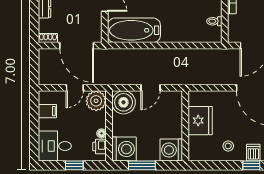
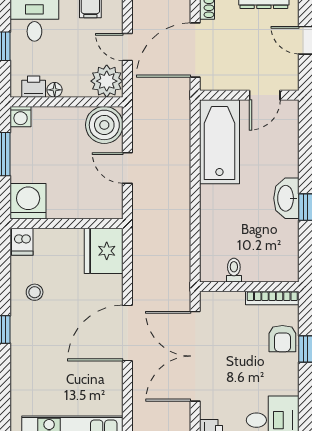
fridge: (200, 121) -> (104, 251), moved, turned 90
washing machine: (124, 149) -> (21, 117), width x0.53, depth x0.53
dishwasher: (253, 153) -> (22, 242), moved, turned 90

